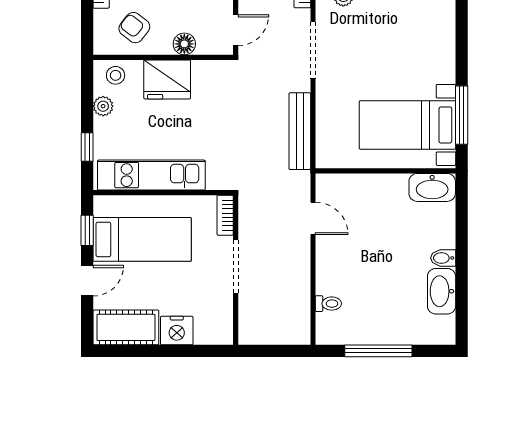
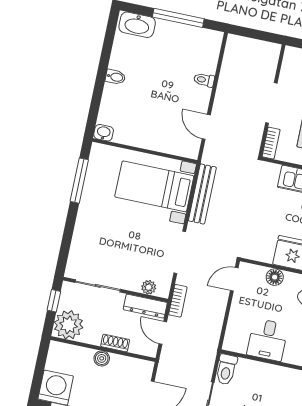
bed with nightstands: (407, 125) -> (154, 186), moved, turned 180
washbasin: (432, 187) -> (104, 133), width x0.52, depth x0.69
washbasin: (442, 291) -> (137, 25), moved, turned 90
toilet: (328, 304) -> (204, 80), moved

